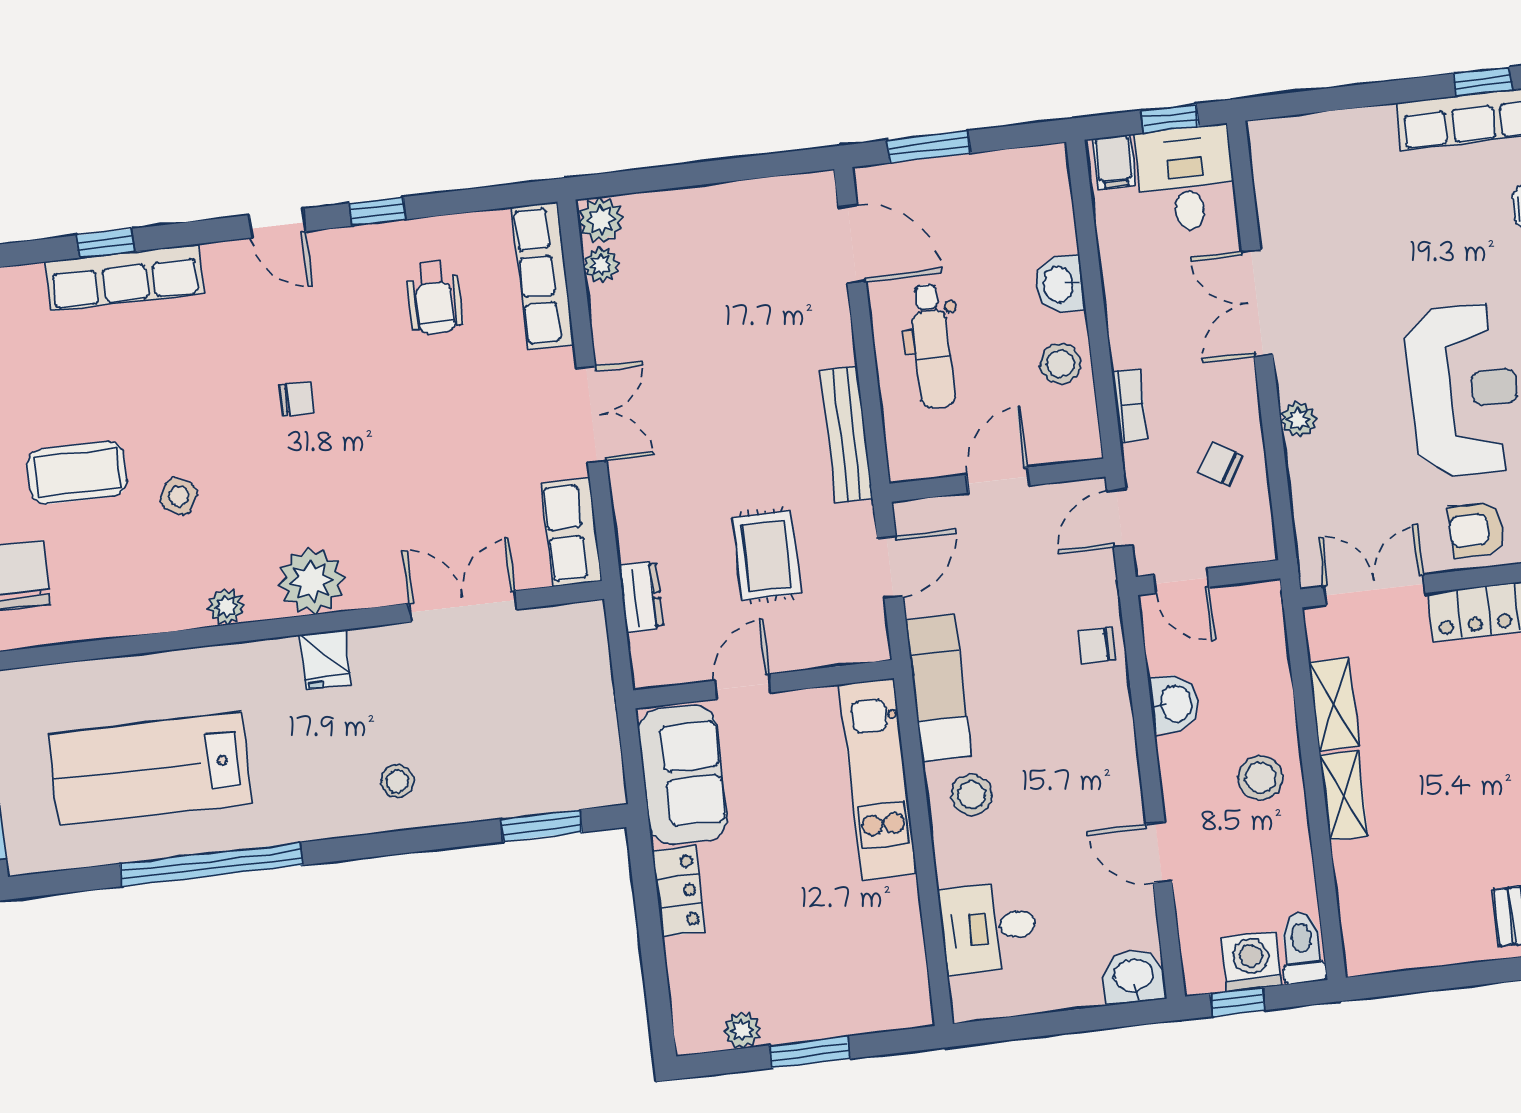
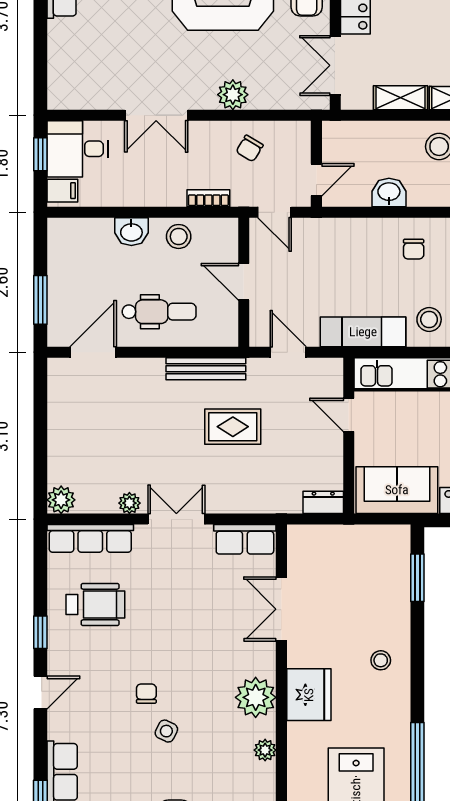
plant: (601, 265) -> (129, 503), moved
wheelchair: (434, 297) -> (95, 604), width x1.36, depth x1.37
plant: (1299, 420) -> (233, 95), width x1.38, depth x1.38
side table: (179, 496) -> (166, 731), moved
rug: (766, 556) -> (233, 427), moved
dresser: (641, 597) -> (323, 502), moved
chair: (1097, 645) -> (414, 249), moved
fridge: (325, 659) -> (309, 695), width x1.88, depth x1.34
door: (743, 687) -> (349, 415), moved

